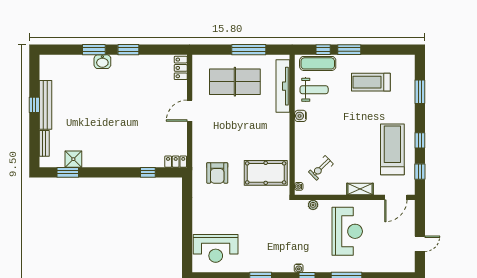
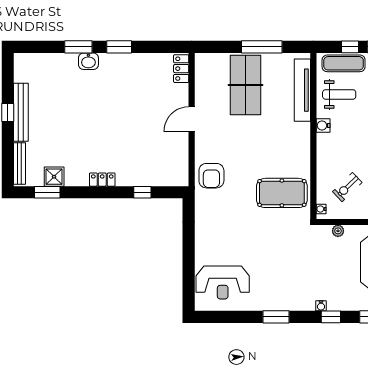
table tennis table: (235, 82) -> (245, 85), turned 90
bench: (44, 143) -> (19, 164), width x1.36
locker: (176, 162) -> (102, 180), moved
armchair: (217, 173) -> (211, 176), moved

